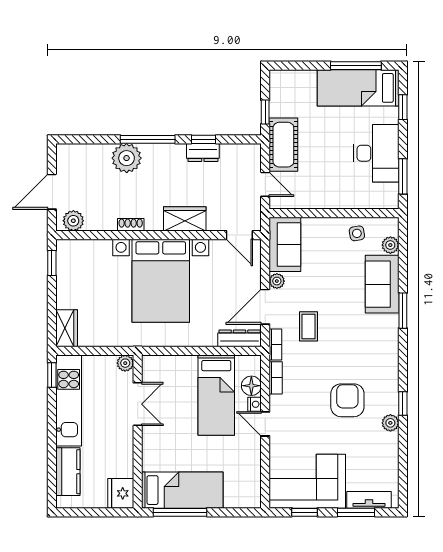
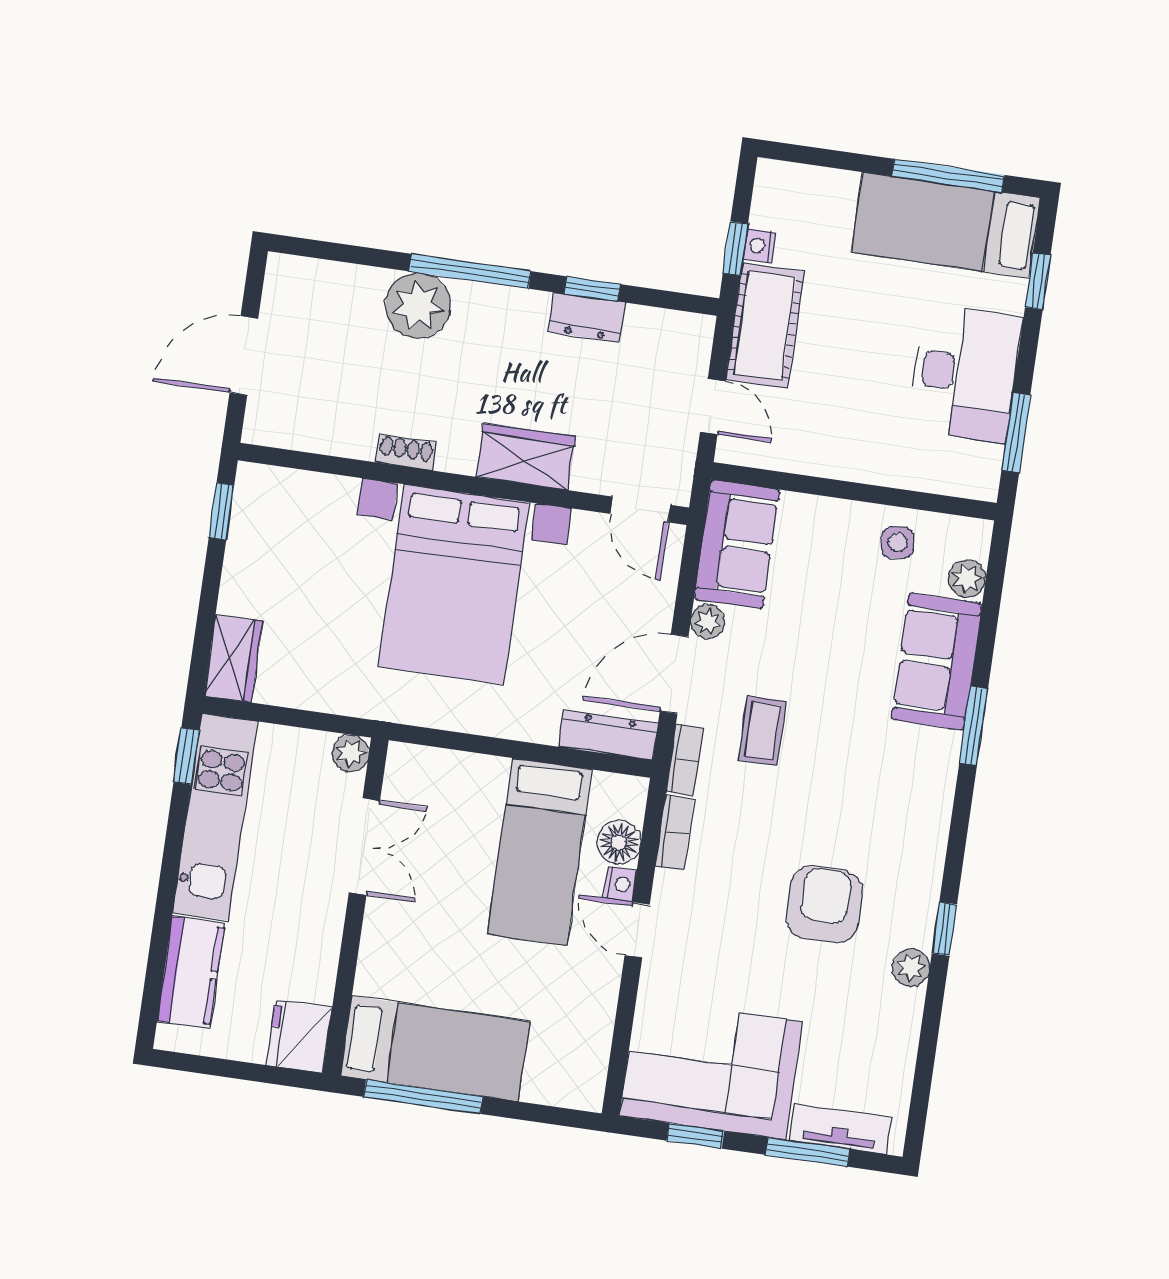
nightstand: (276, 109) -> (759, 246), added
plant: (73, 221) -> (282, 426), removed

